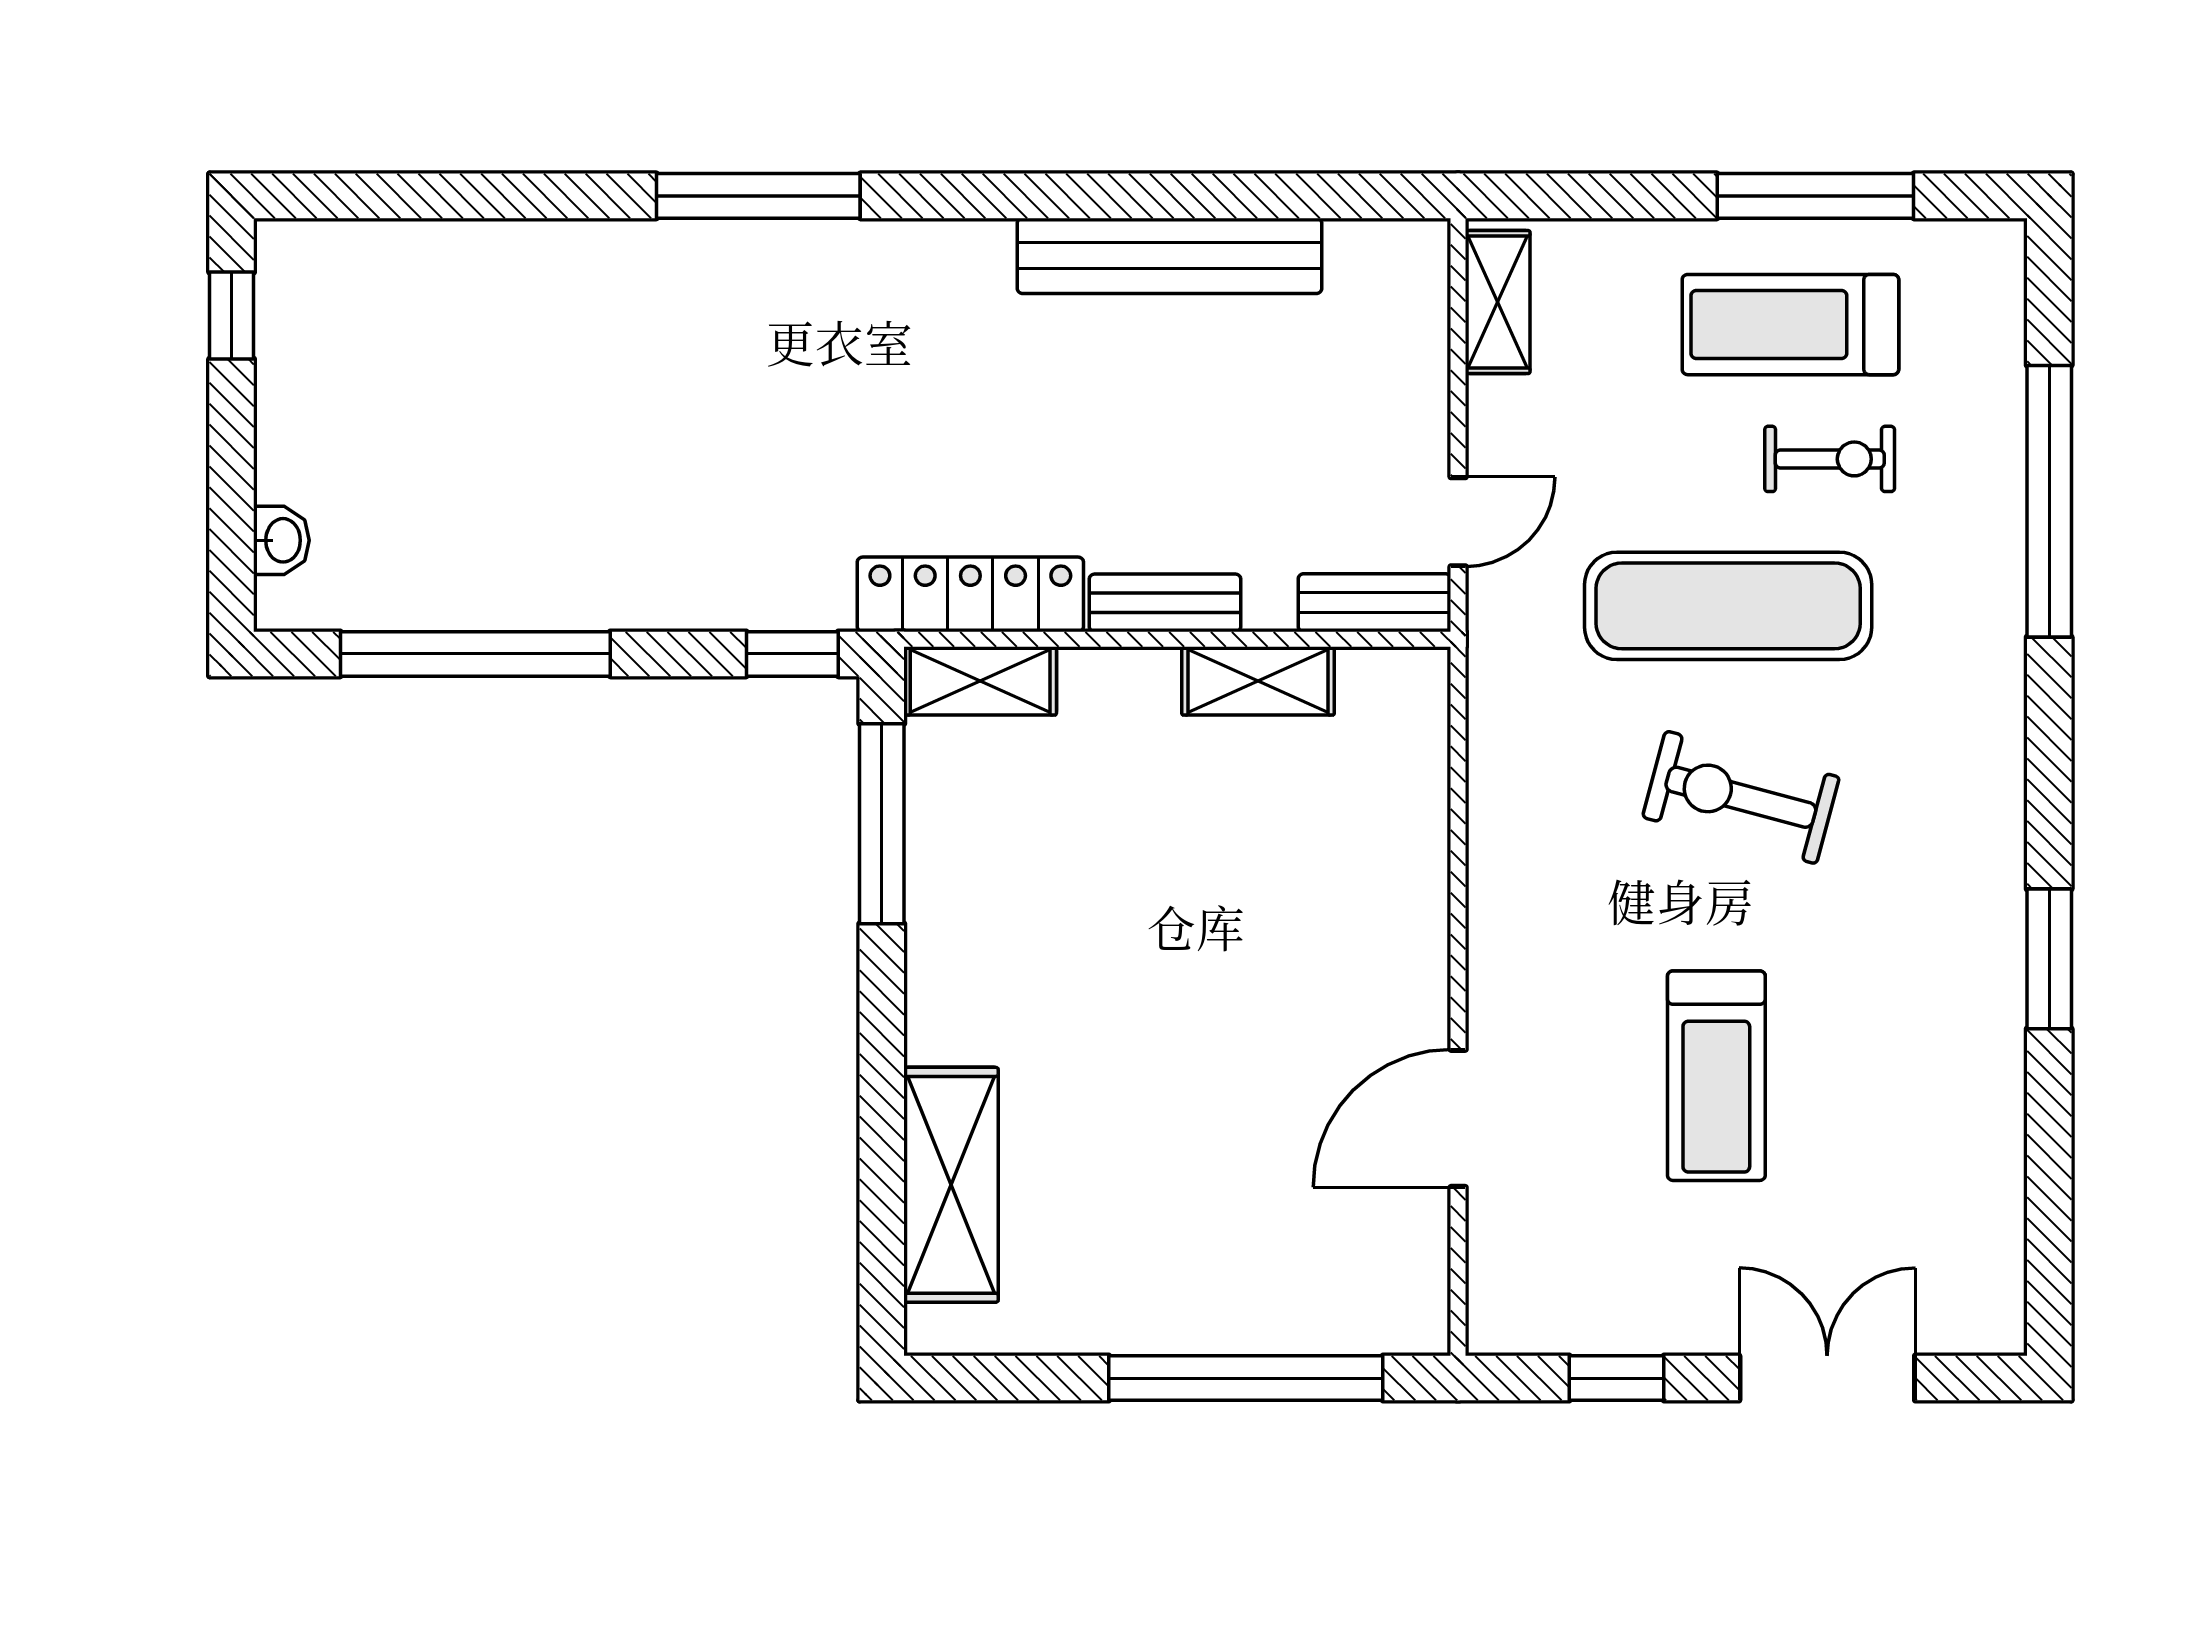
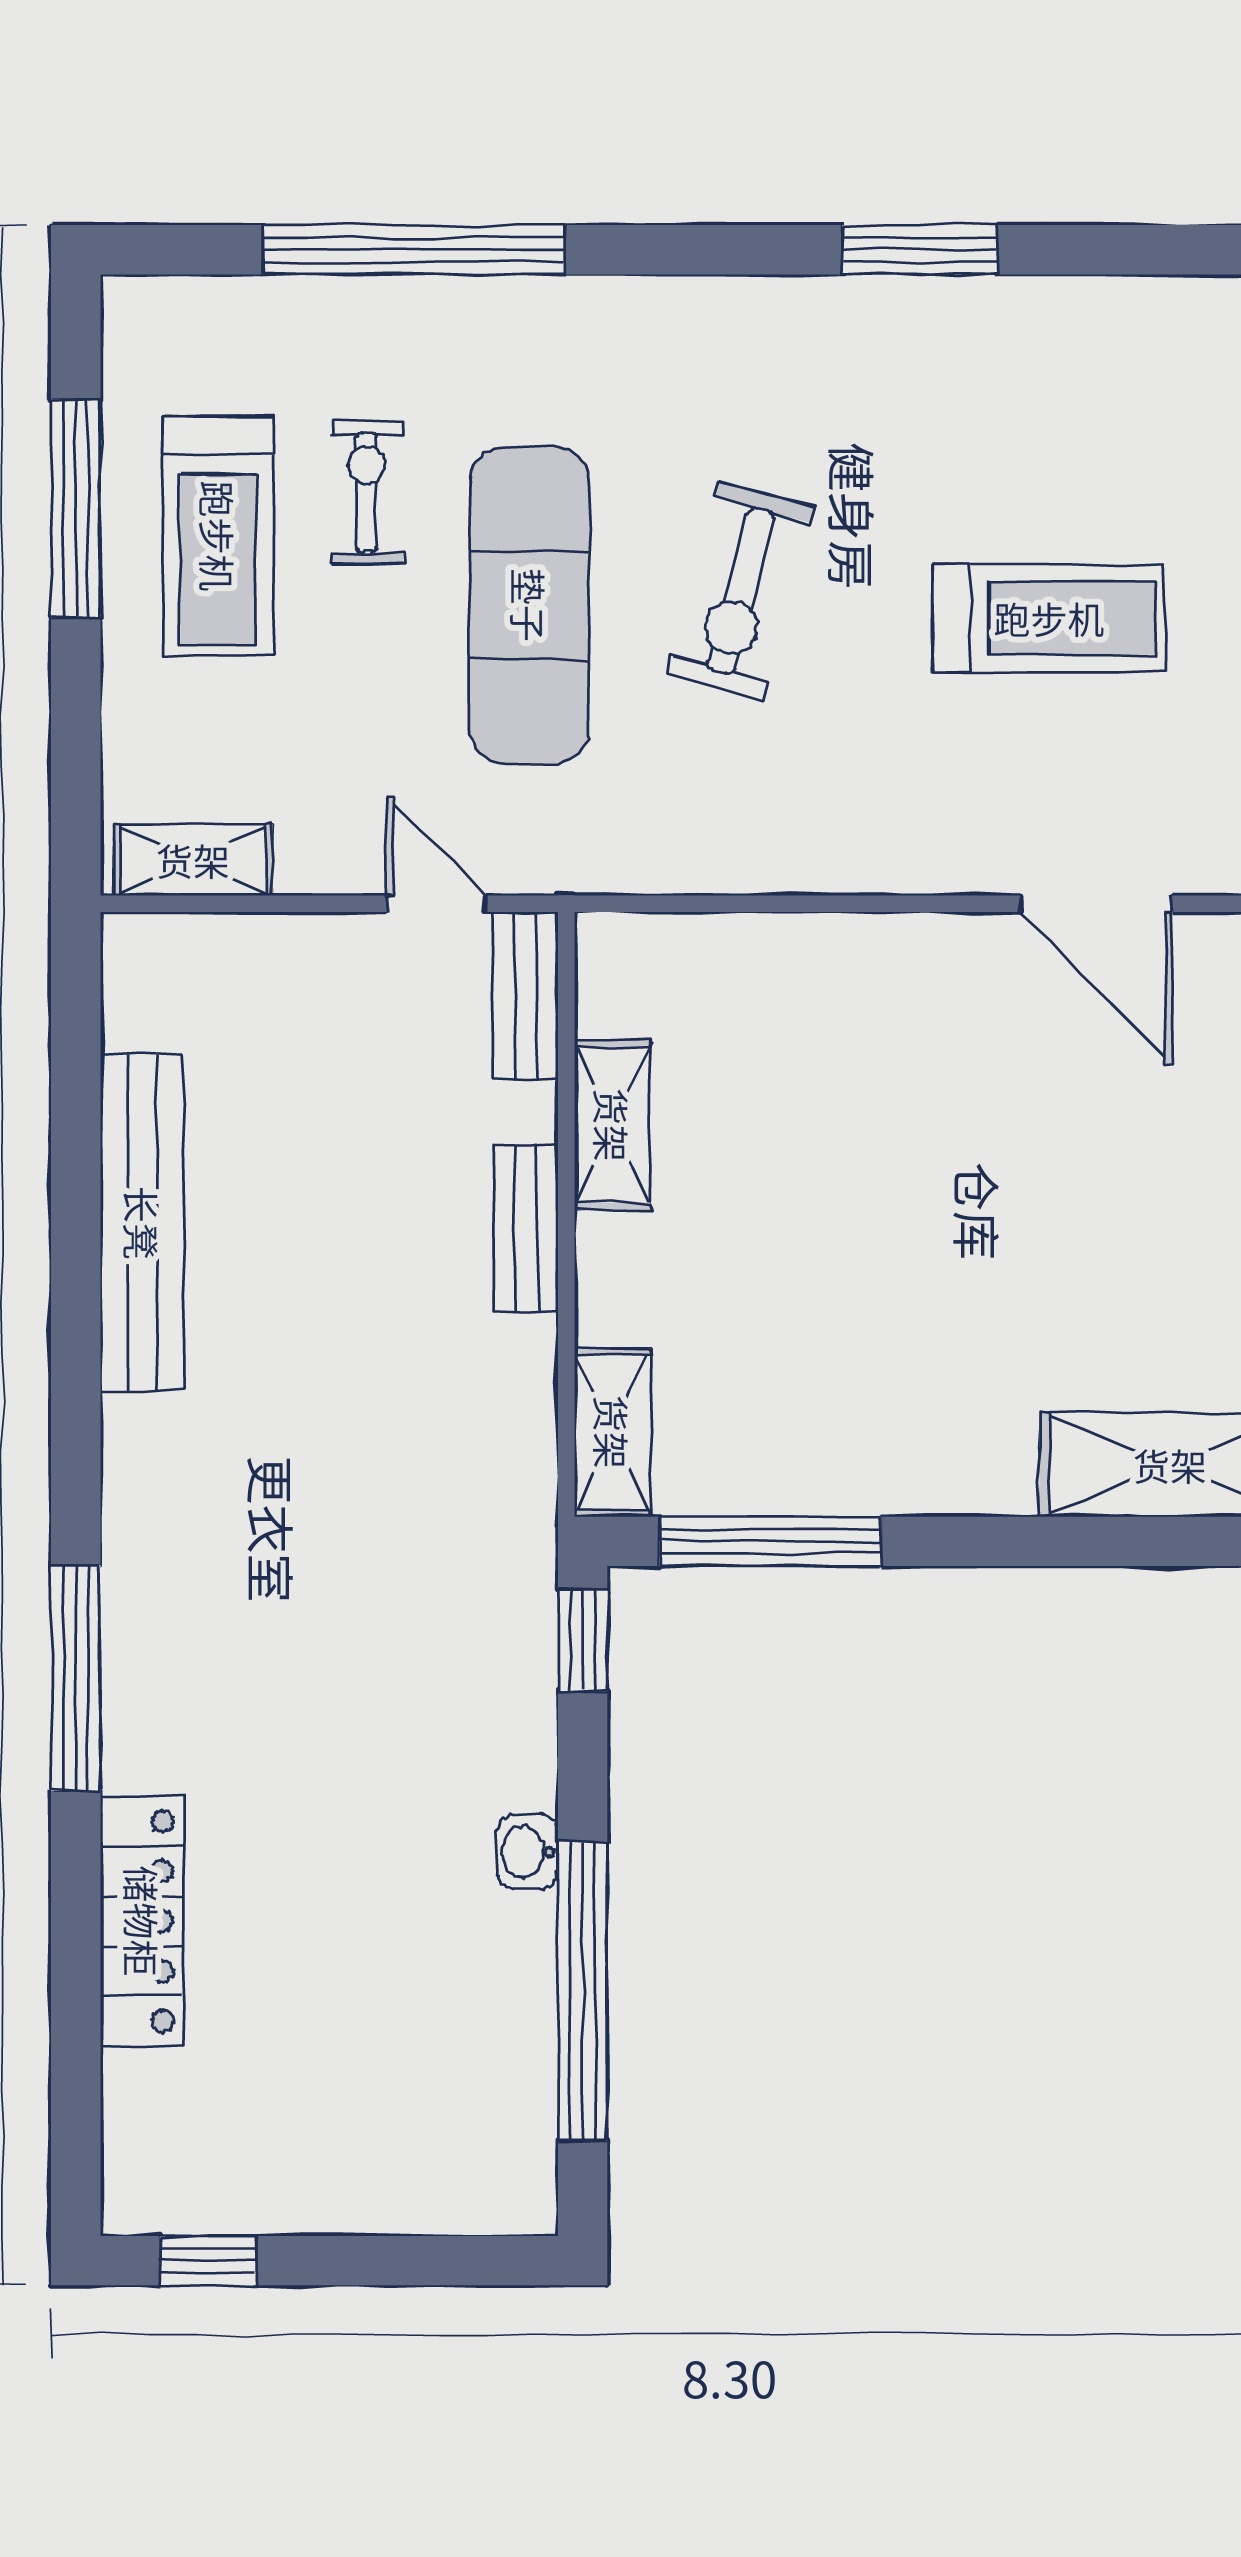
washbasin: (281, 540) -> (527, 1852), moved, turned -90
locker: (970, 594) -> (142, 1921), moved, turned 180

